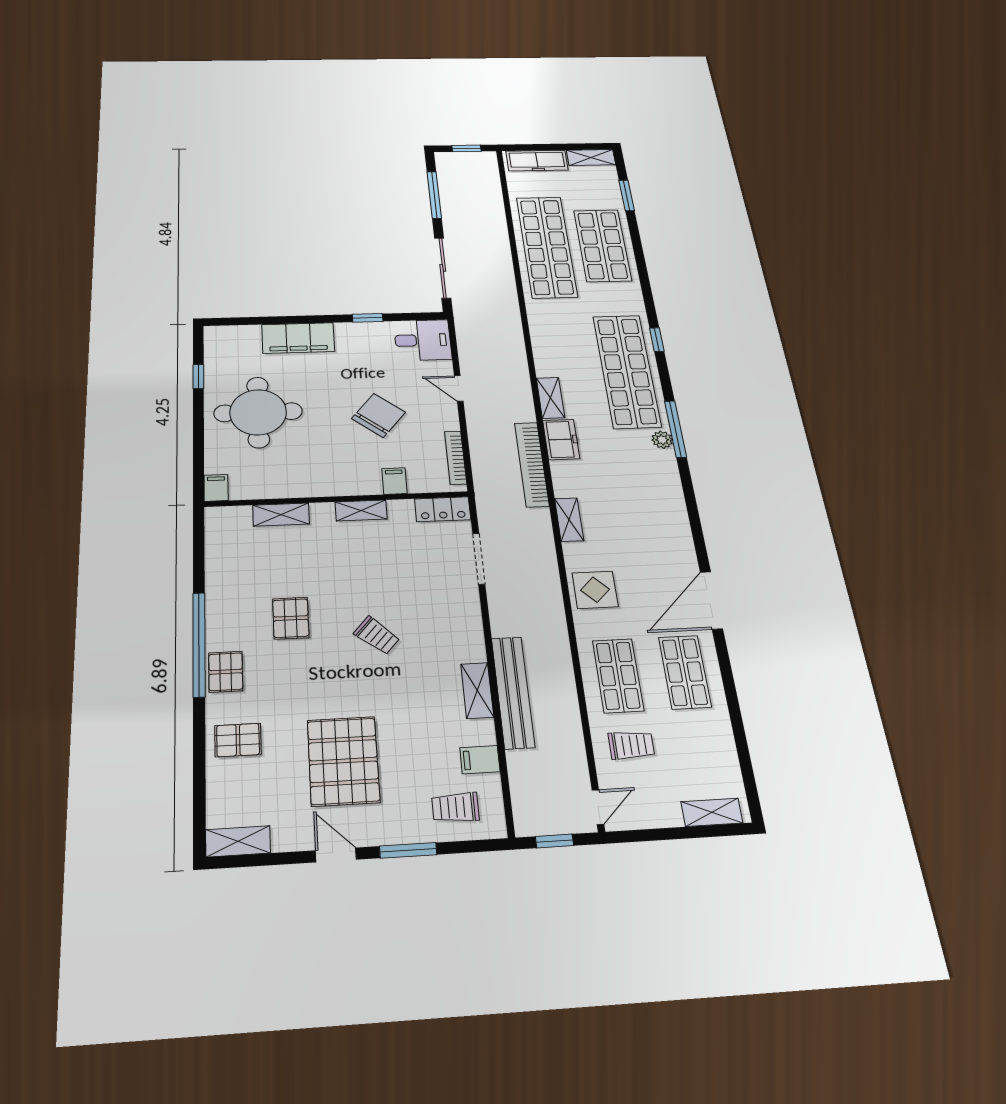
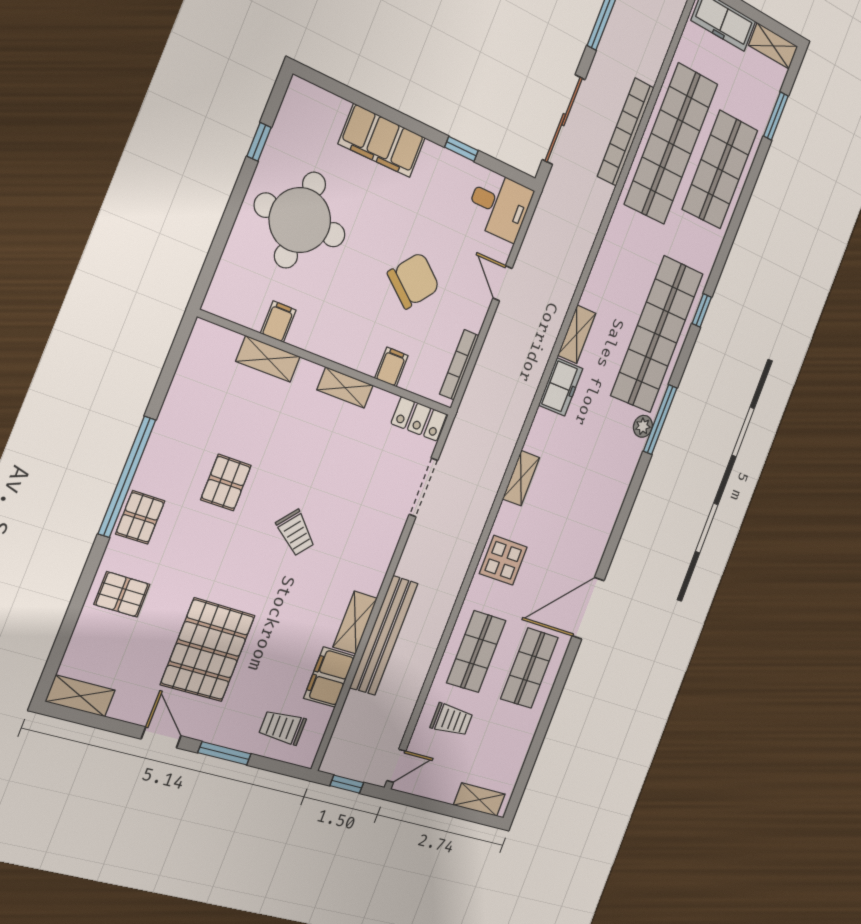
bookcase: (532, 464) -> (626, 132), moved
filing cabinet: (216, 488) -> (278, 322), moved
filing cabinet: (480, 760) -> (329, 677), width x2.00

